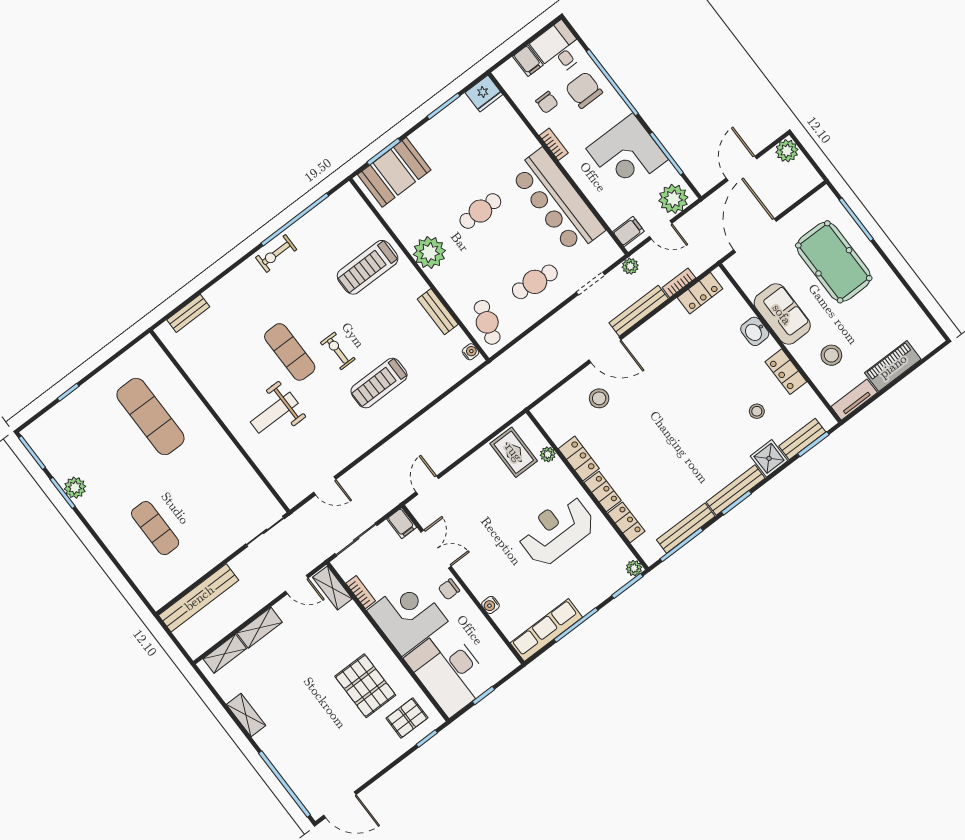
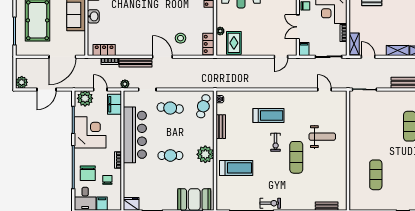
filing cabinet: (628, 232) -> (114, 104), width x2.00
exercise mat: (150, 416) -> (376, 175), width x0.73, depth x0.69
locker: (579, 459) -> (208, 44), moved

